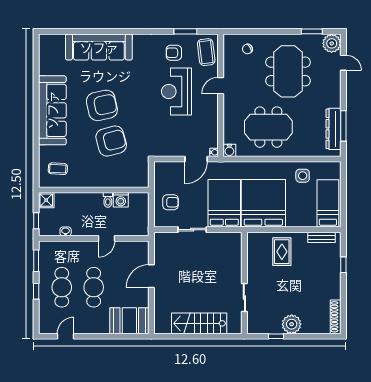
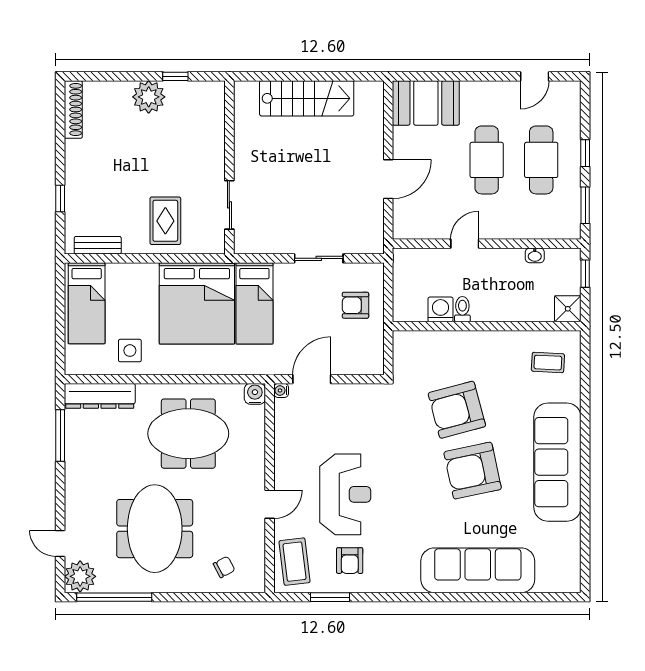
window: (312, 31) -> (114, 597), width x2.11
armchair: (174, 53) -> (350, 561), turned 90
dresser: (334, 129) -> (100, 396), moved, turned 90
bed: (224, 203) -> (254, 303), width x0.67
sliding door: (244, 297) -> (229, 205), moved

